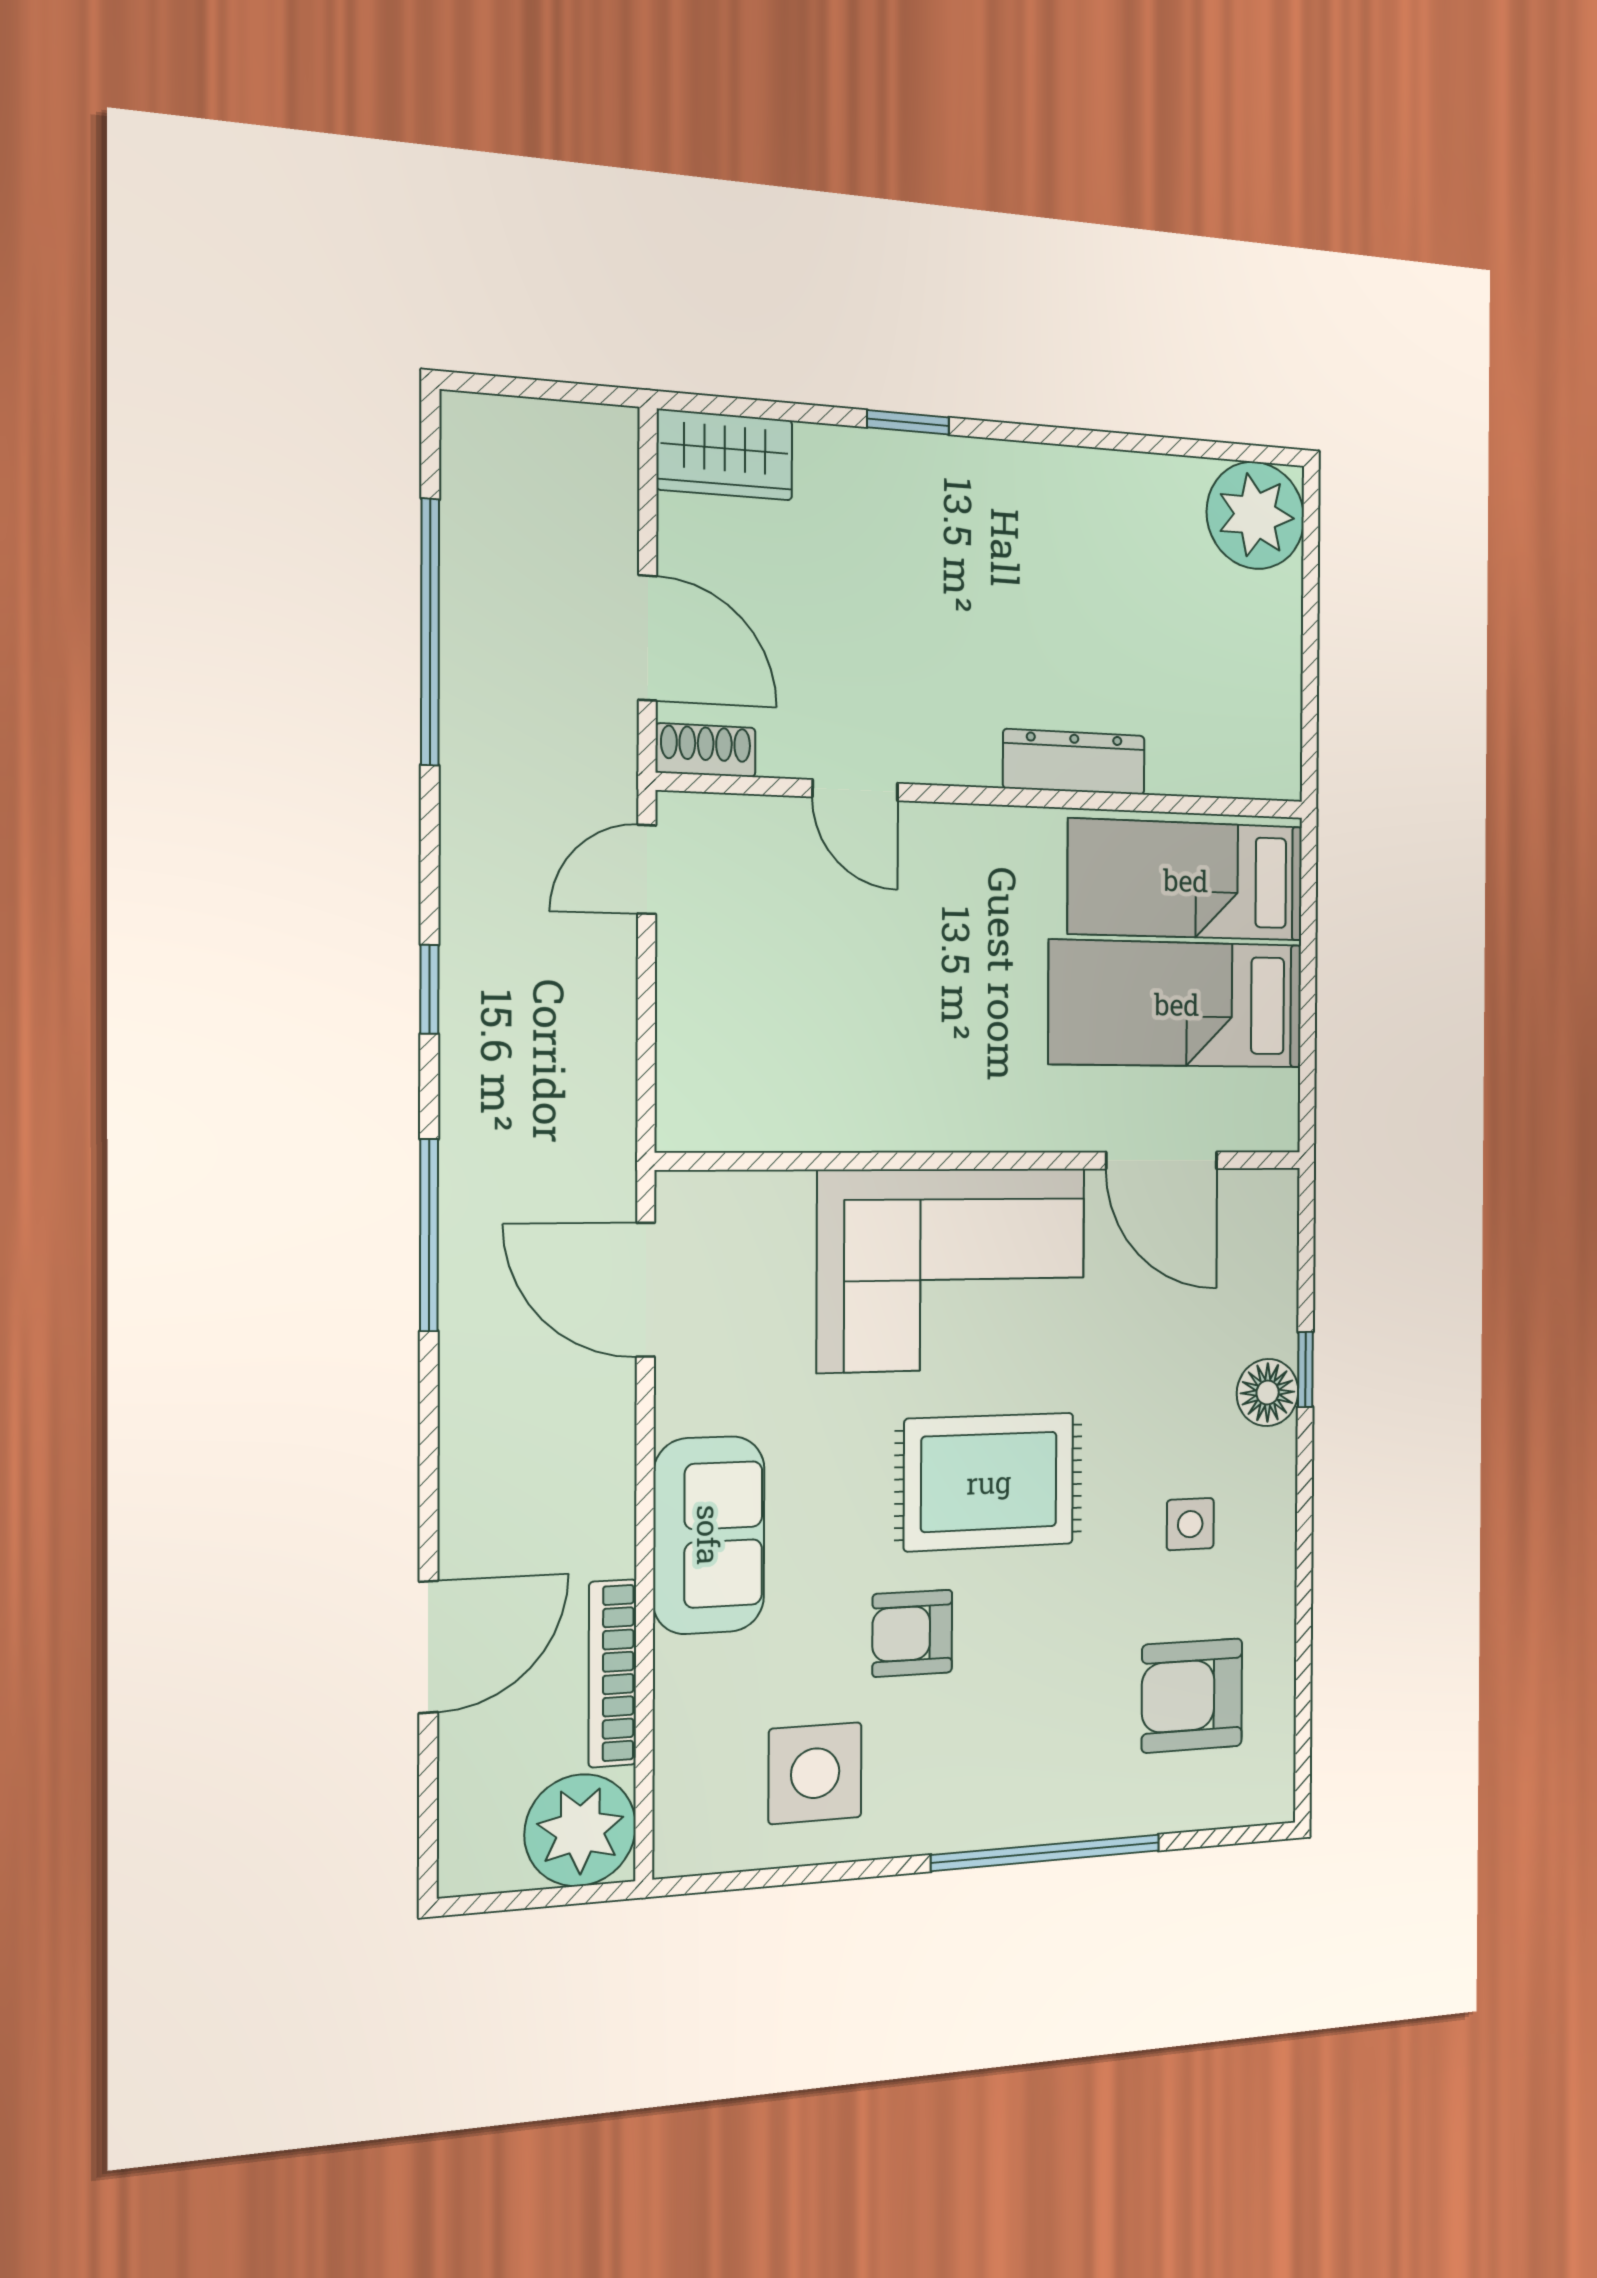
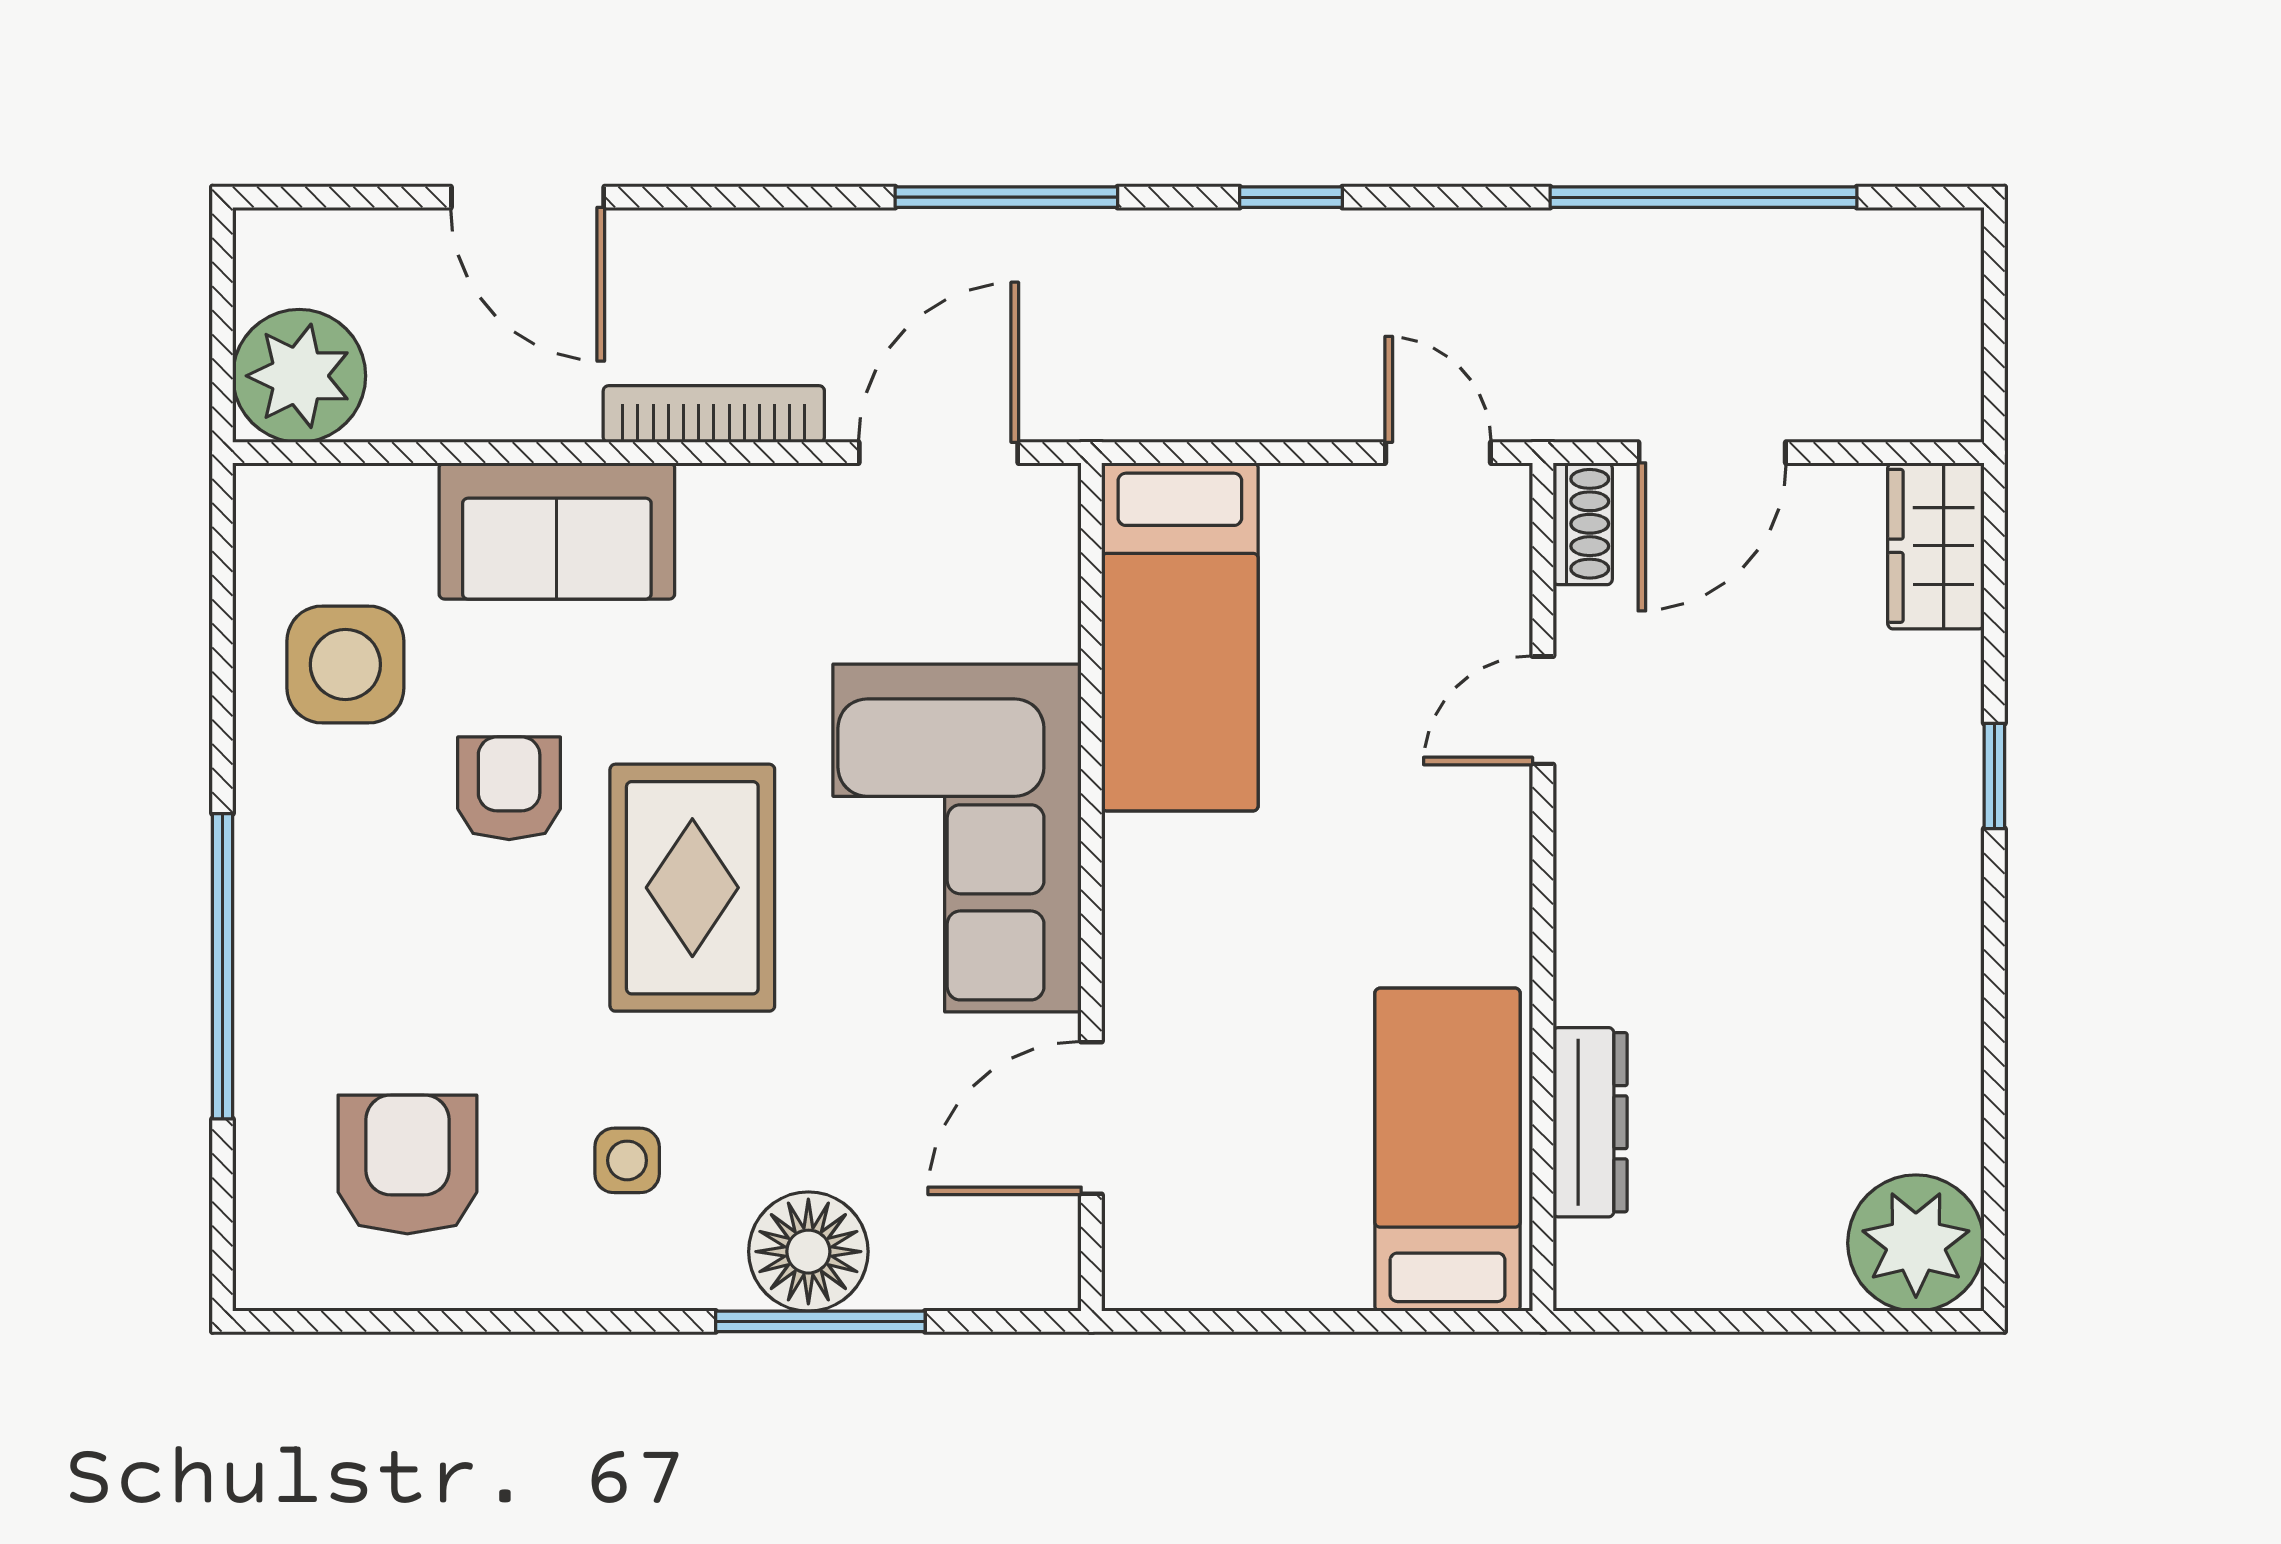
dresser: (1074, 762) -> (1590, 1122), moved
bed: (1177, 1004) -> (1180, 637), moved, turned 180
window: (1305, 1369) -> (820, 1321), width x2.17
floor lamp: (1268, 1393) -> (808, 1252), width x1.38, depth x1.38
sofa: (709, 1535) -> (557, 531), moved
bookcase: (613, 1673) -> (714, 414), moved

